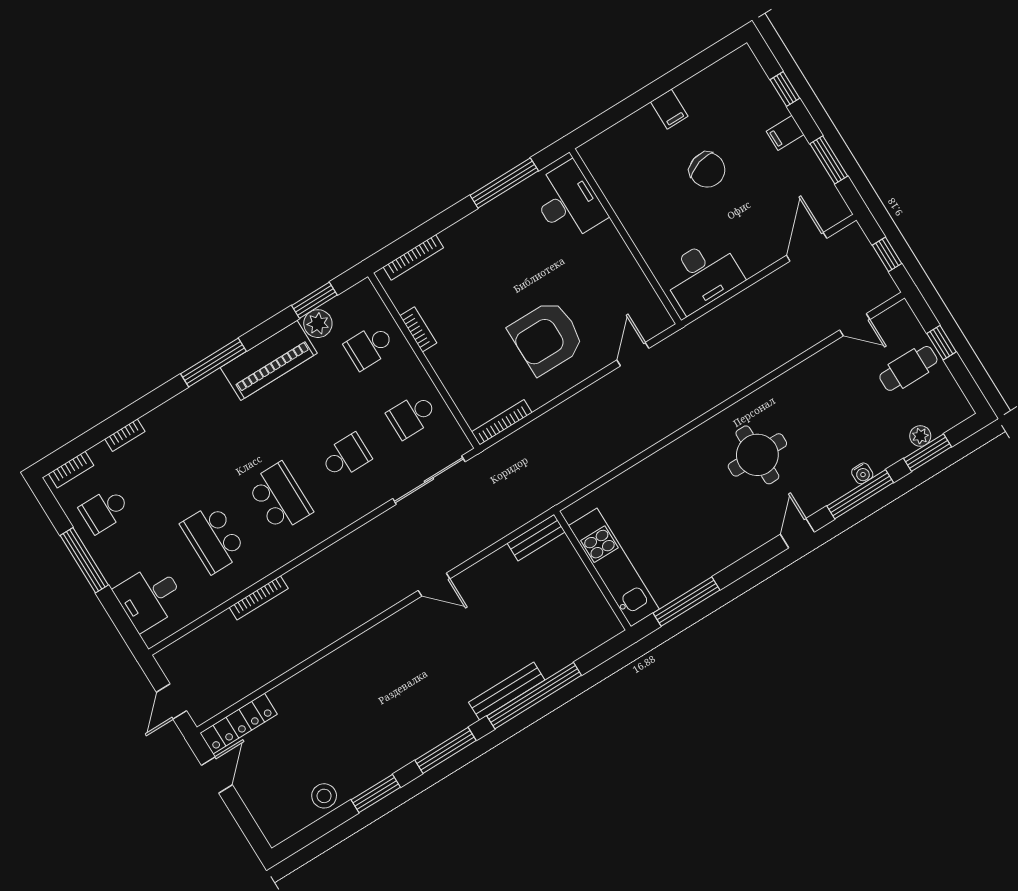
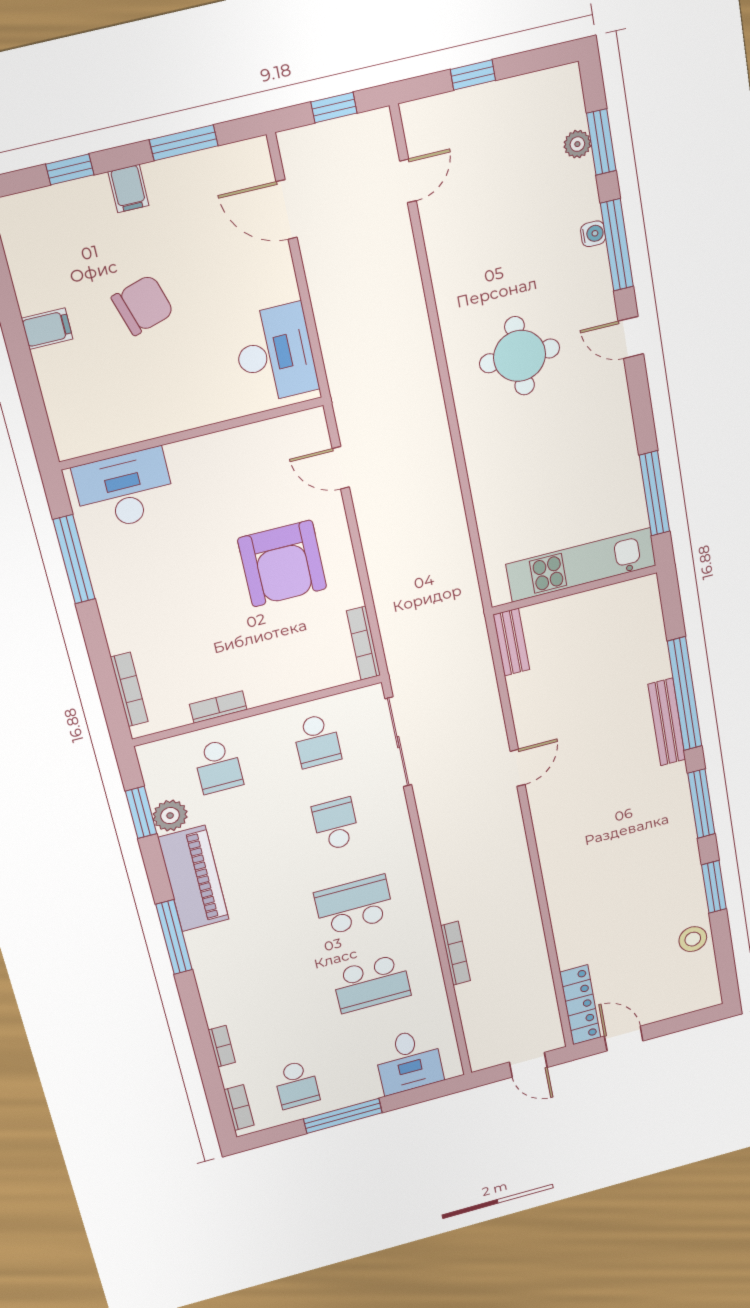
cafe table: (908, 368) -> (489, 130), removed

